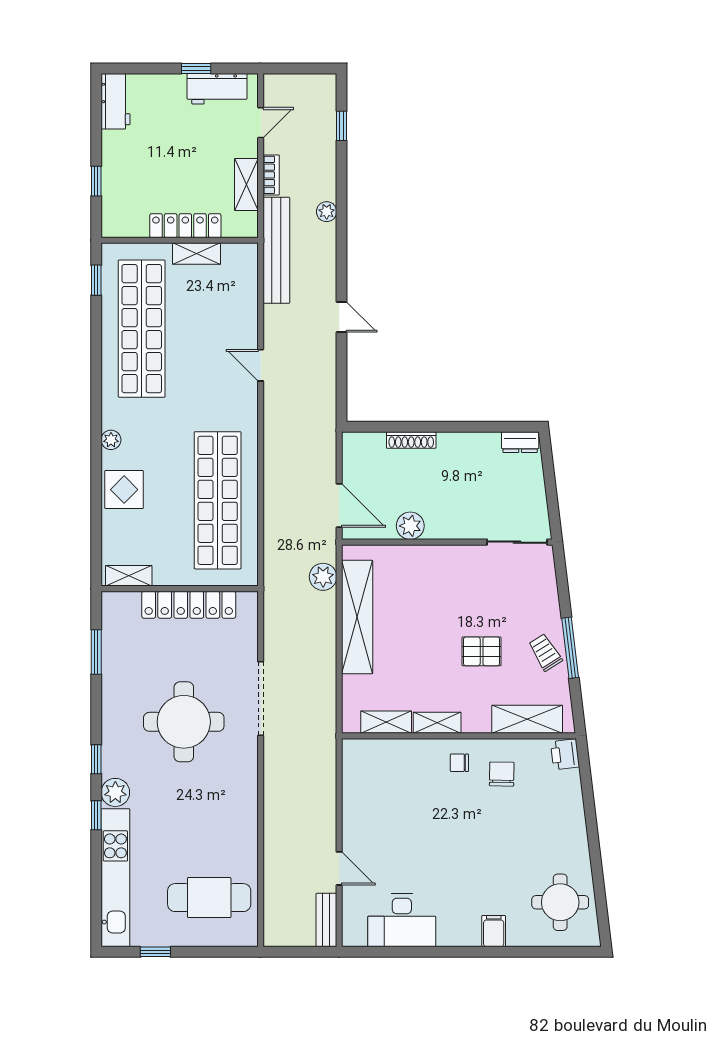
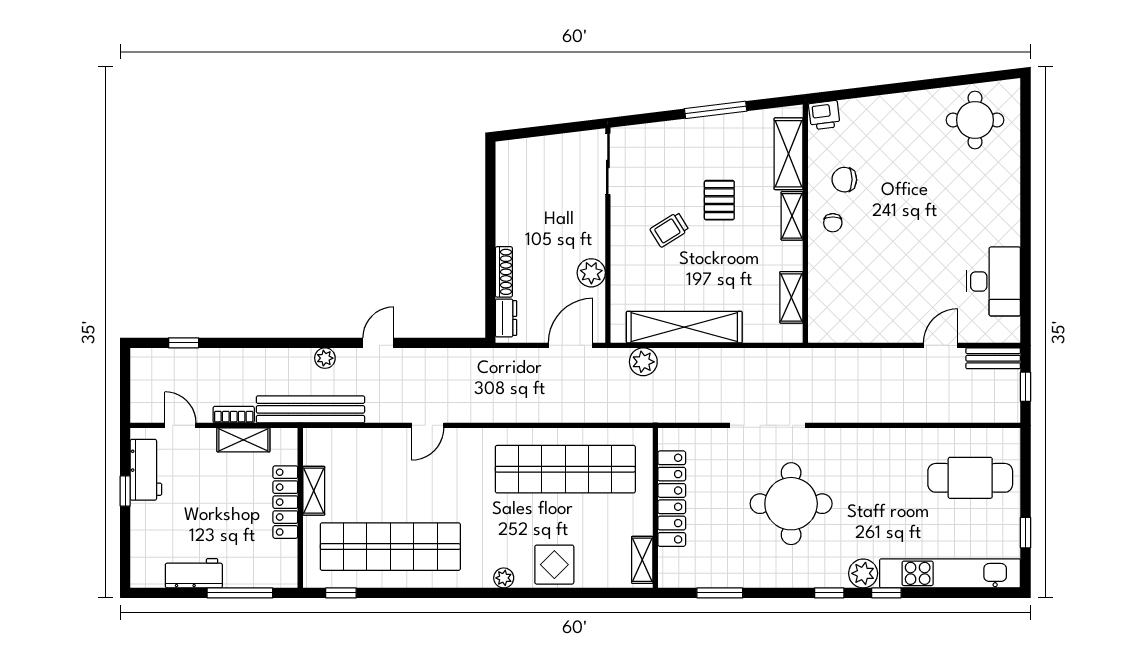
workbench: (116, 101) -> (194, 573), moved
window: (96, 181) -> (240, 593), width x2.17
plant: (327, 212) -> (325, 358), moved
dresser: (520, 442) -> (506, 318), moved
trolley: (545, 652) -> (669, 230), moved
shelving: (437, 723) -> (792, 216), moved
cafe table: (209, 898) -> (970, 478), turned 90
filing cabinet: (494, 931) -> (1004, 188), removed
window: (299, 952) -> (1026, 387), added

